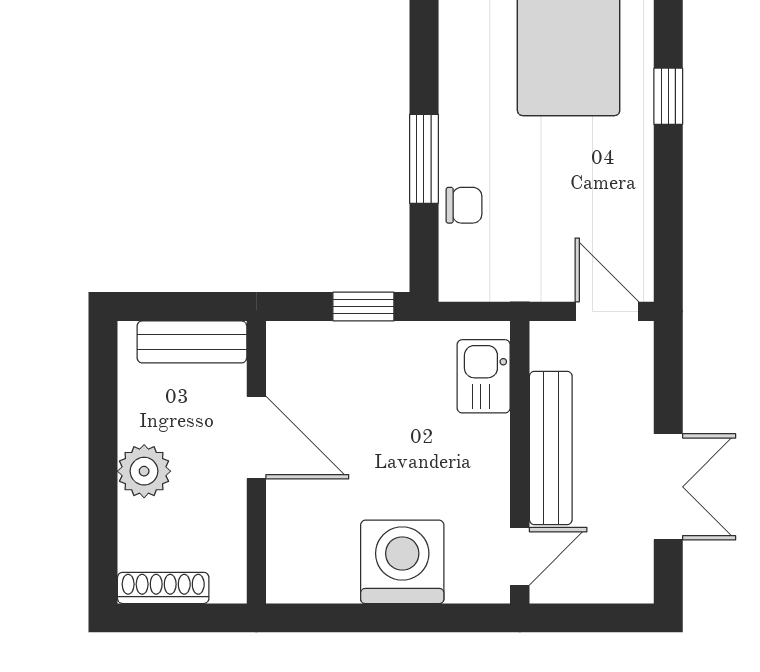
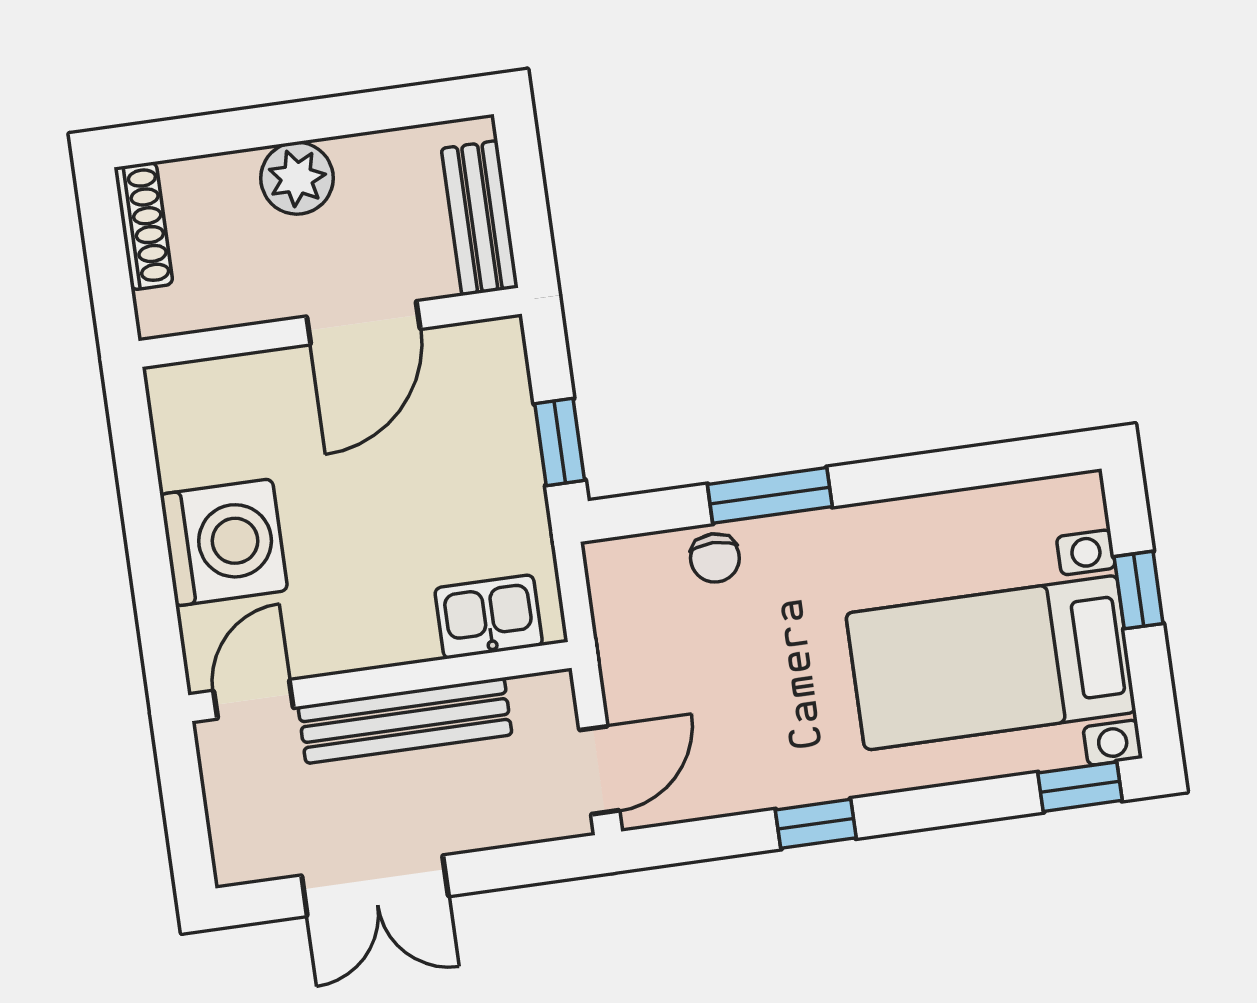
window: (668, 96) -> (816, 824), moved
door: (520, 556) -> (253, 699), swing flipped

